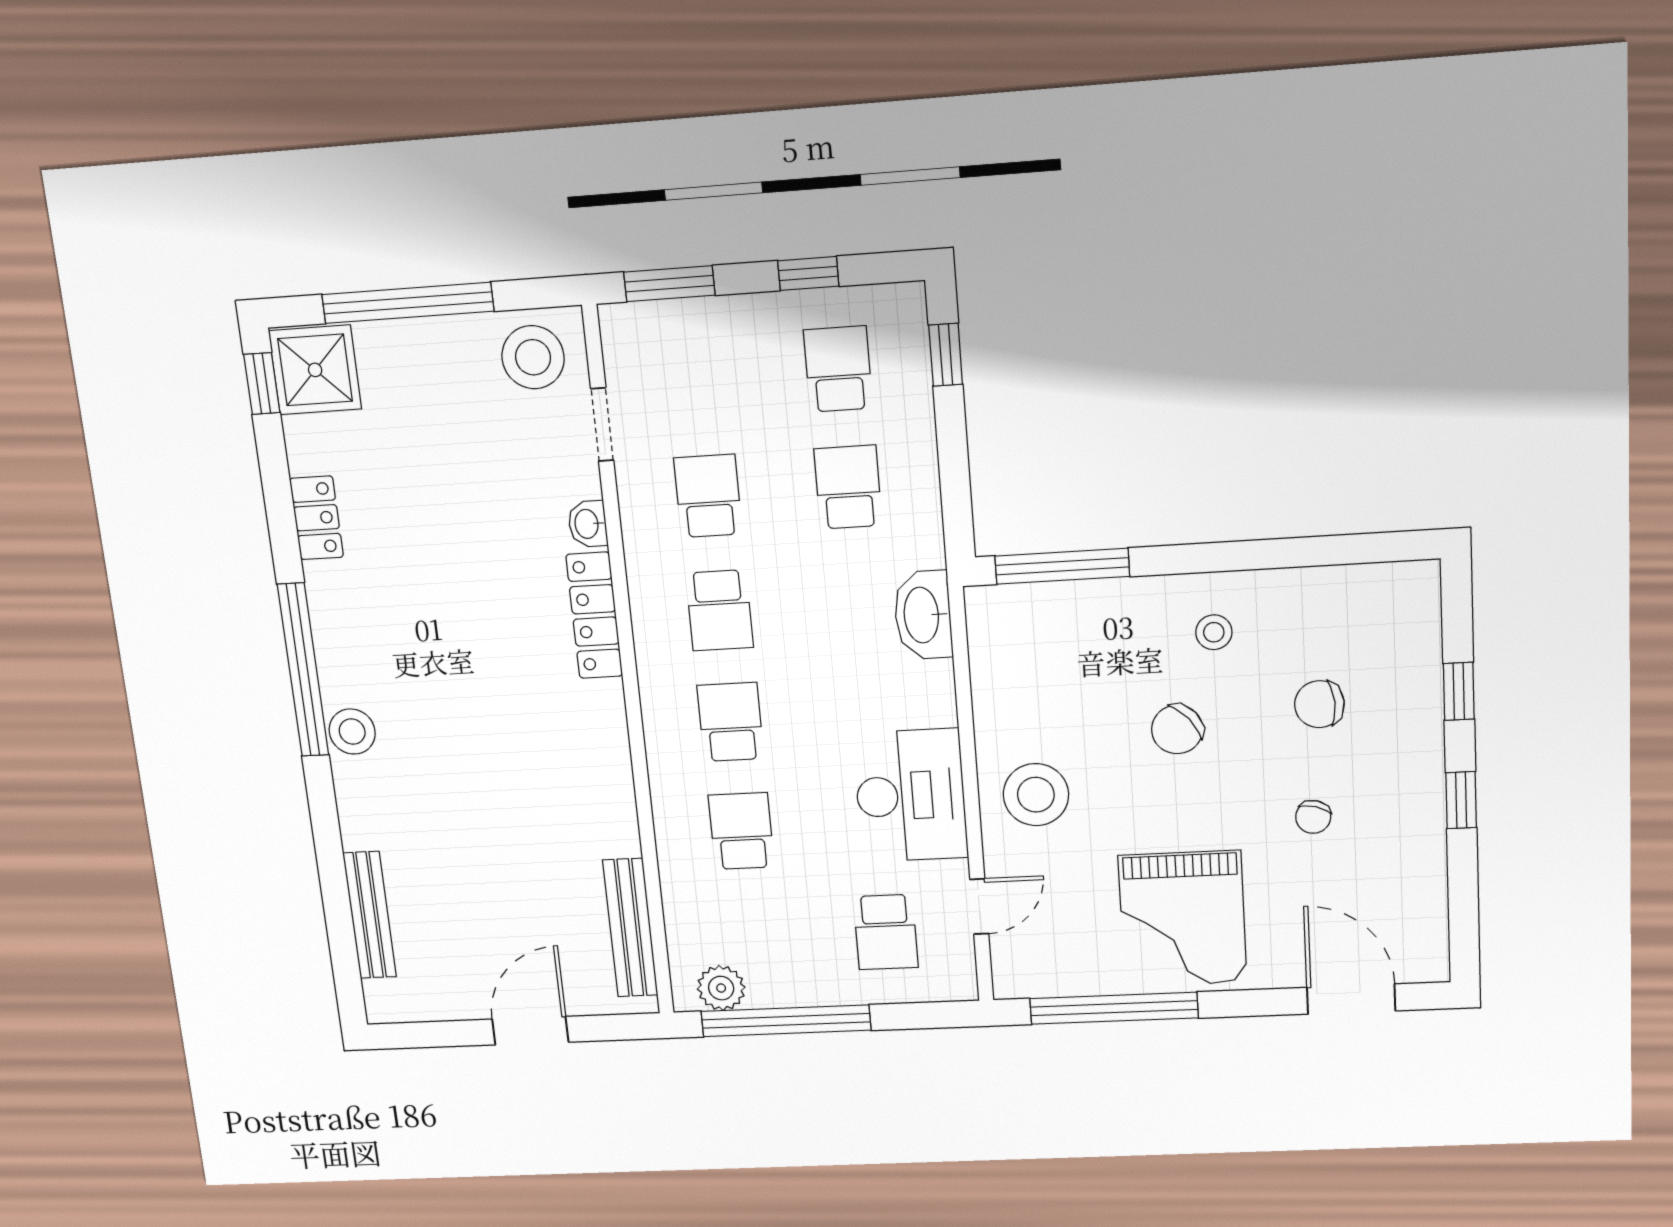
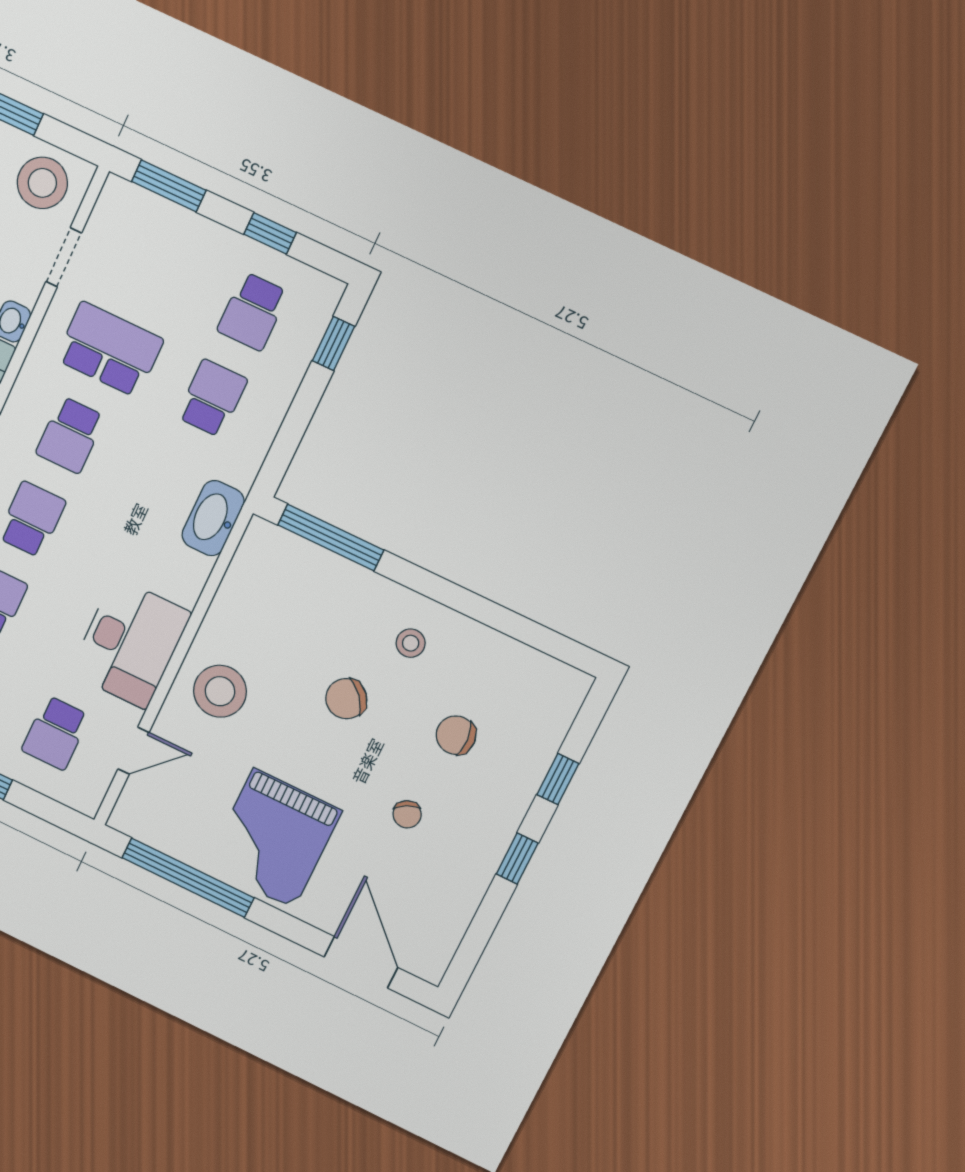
school desk: (838, 369) -> (253, 311), turned 180
school desk: (708, 496) -> (109, 349), width x1.85
chair: (1313, 817) -> (407, 814), turned -44

